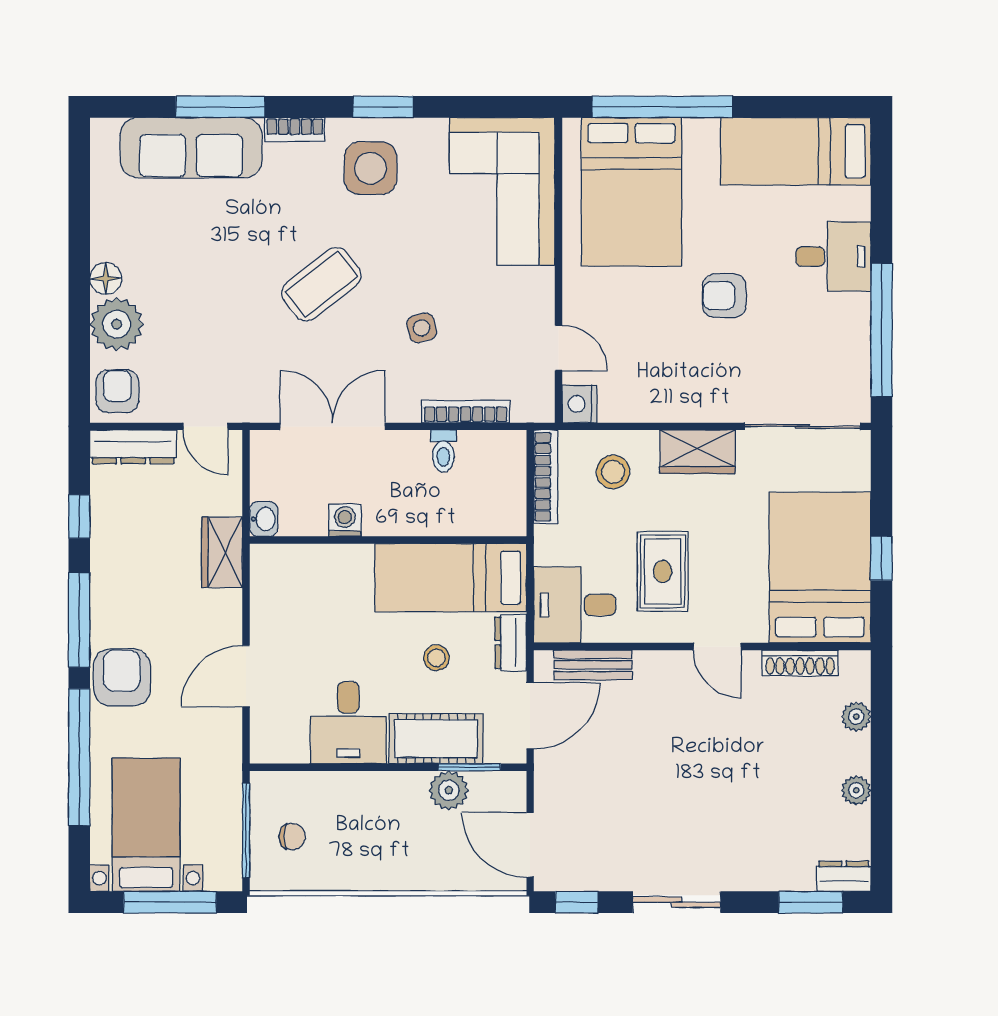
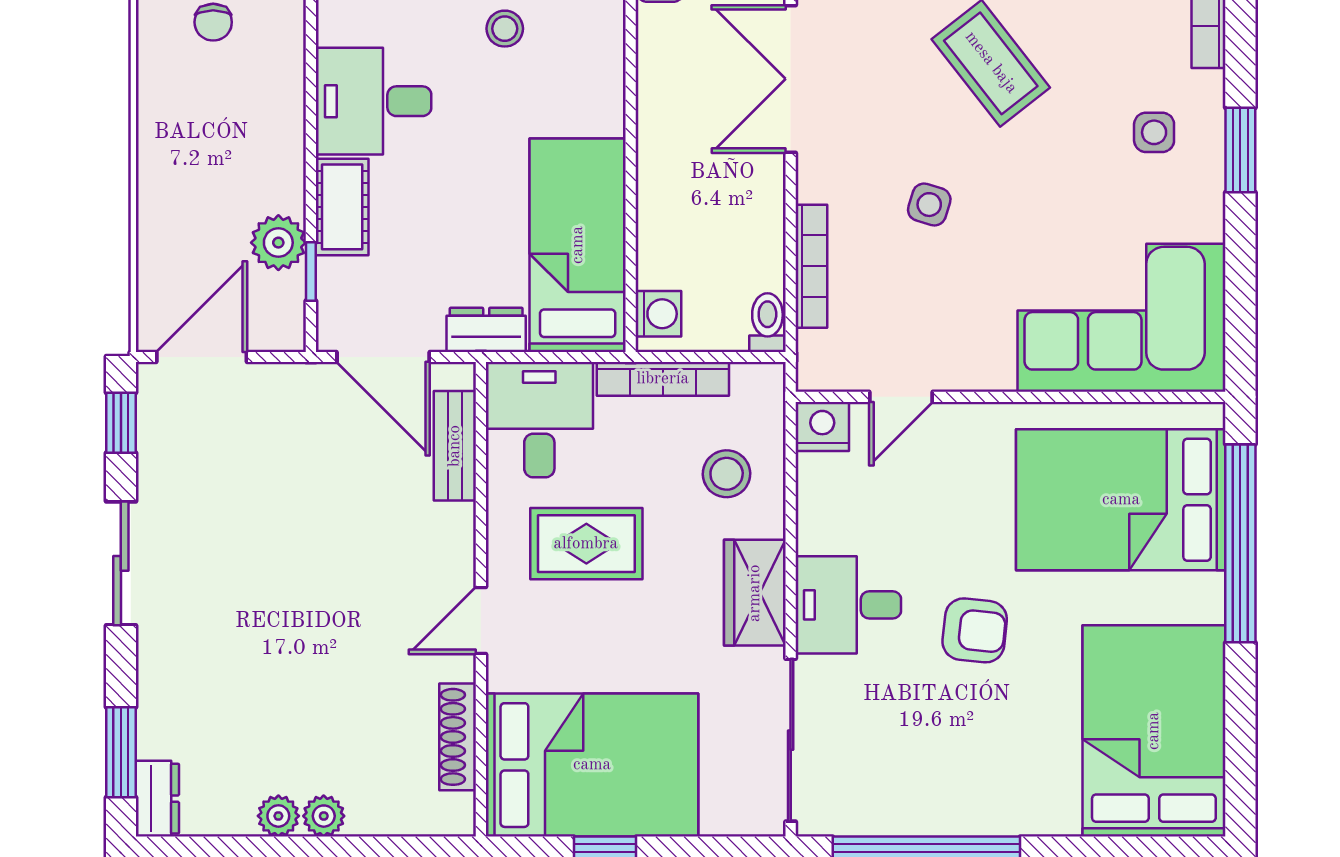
bed: (796, 151) -> (1154, 731), width x1.50
side table: (370, 168) -> (1154, 132), width x0.54, depth x0.54
desk: (833, 257) -> (848, 605), moved, turned 90
armchair: (724, 296) -> (975, 630), turned 96
side table: (422, 328) -> (929, 205), turned 31
double door: (333, 426) -> (791, 79), swing flipped
toilet: (443, 451) -> (767, 323), moved, turned 90
bookcase: (546, 477) -> (663, 379), moved
washing machine: (345, 520) -> (658, 314), moved
stool: (436, 658) -> (505, 29), moved
plant: (856, 717) -> (324, 816), moved
cot: (436, 739) -> (342, 207), width x0.73, depth x0.75
window: (469, 767) -> (311, 272), width x0.67

